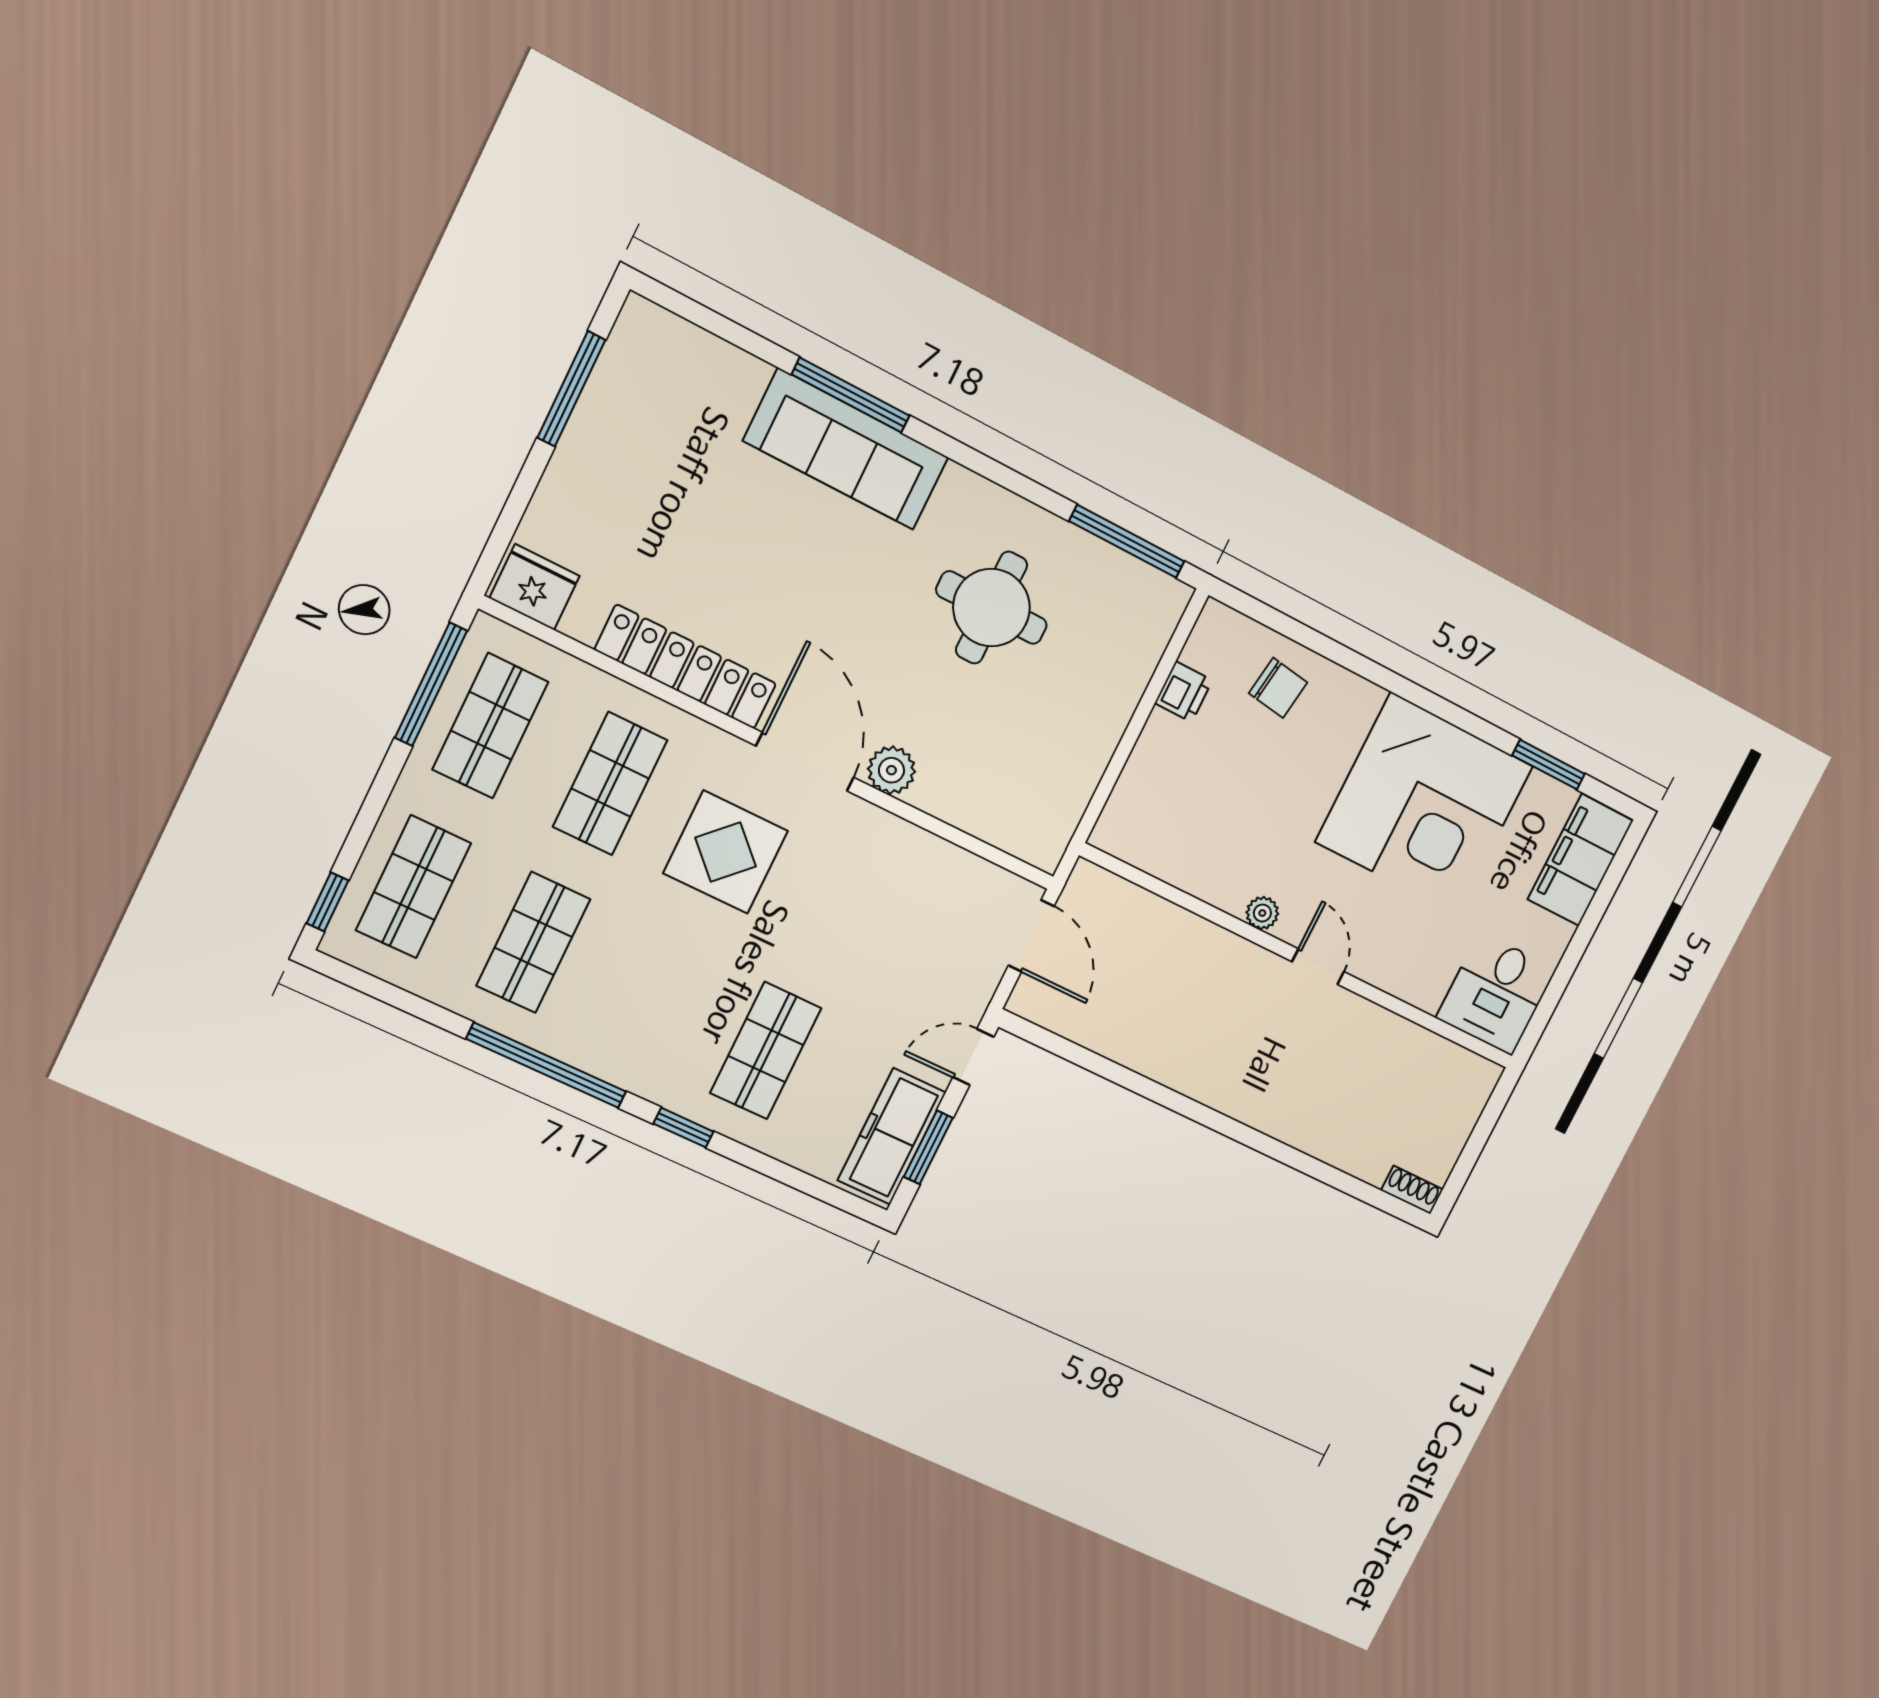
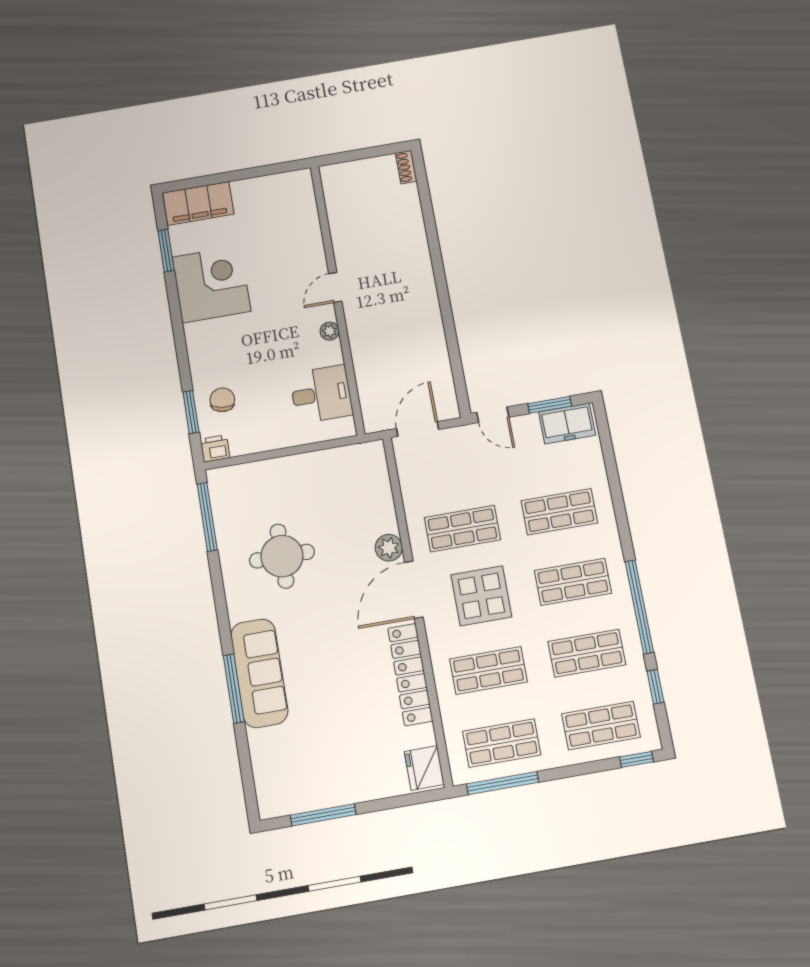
window: (1294, 630) -> (191, 412), added
printer: (1184, 692) -> (215, 448), moved
corner desk: (1424, 804) -> (211, 284), width x0.74, depth x0.74
shop shelf: (842, 895) -> (462, 529), added
desk: (1496, 994) -> (321, 394), moved
shop shelf: (651, 997) -> (573, 582), added
window: (684, 1128) -> (655, 687), moved
freezer: (892, 1136) -> (567, 424), width x0.71

